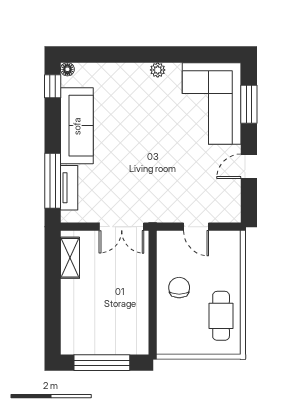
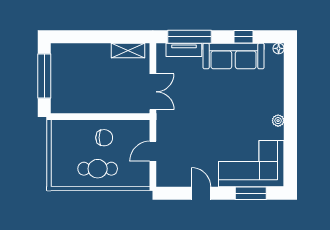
window: (53, 86) -> (243, 37), moved
double door: (122, 227) -> (153, 92), swing flipped
cafe table: (221, 316) -> (98, 169), moved

